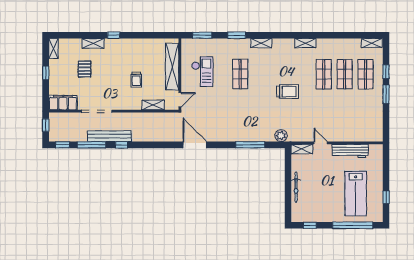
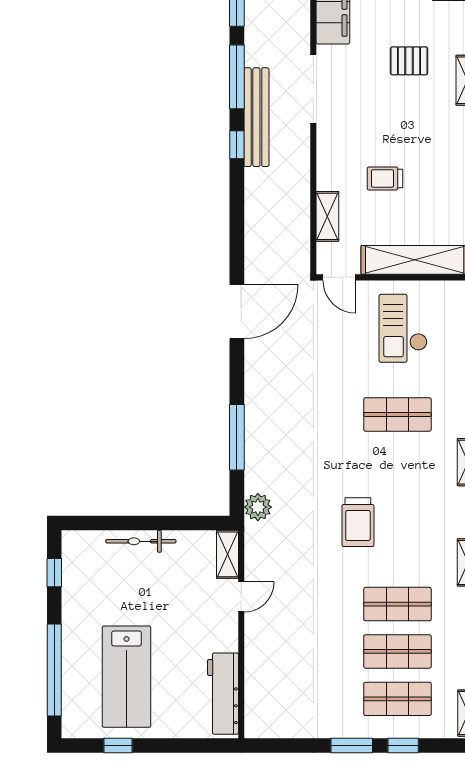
checkout: (202, 72) -> (403, 328), turned 90
workbench: (350, 151) -> (223, 694), moved
lab bench: (356, 193) -> (126, 677), turned -90

